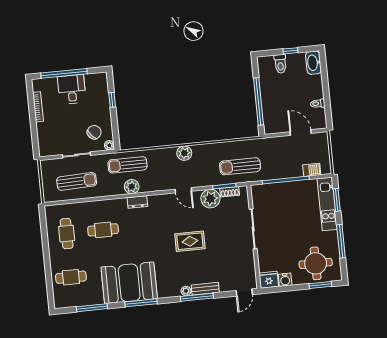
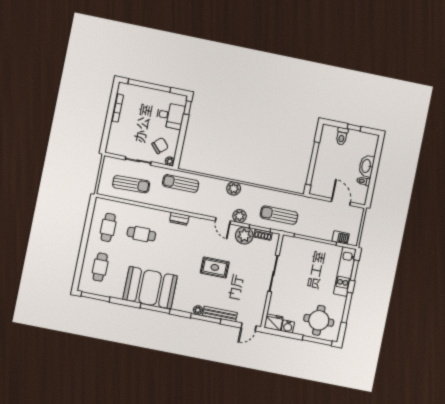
washbasin: (313, 63) -> (366, 166), moved
desk: (72, 89) -> (170, 116), moved, turned 90
window: (112, 100) -> (188, 108), moved
plant: (132, 187) -> (240, 216), moved
cafe table: (71, 277) -> (100, 267), turned 90
window: (320, 285) -> (317, 340), width x1.44
bench: (205, 289) -> (220, 314), width x1.36
window: (92, 308) -> (96, 297), moved

